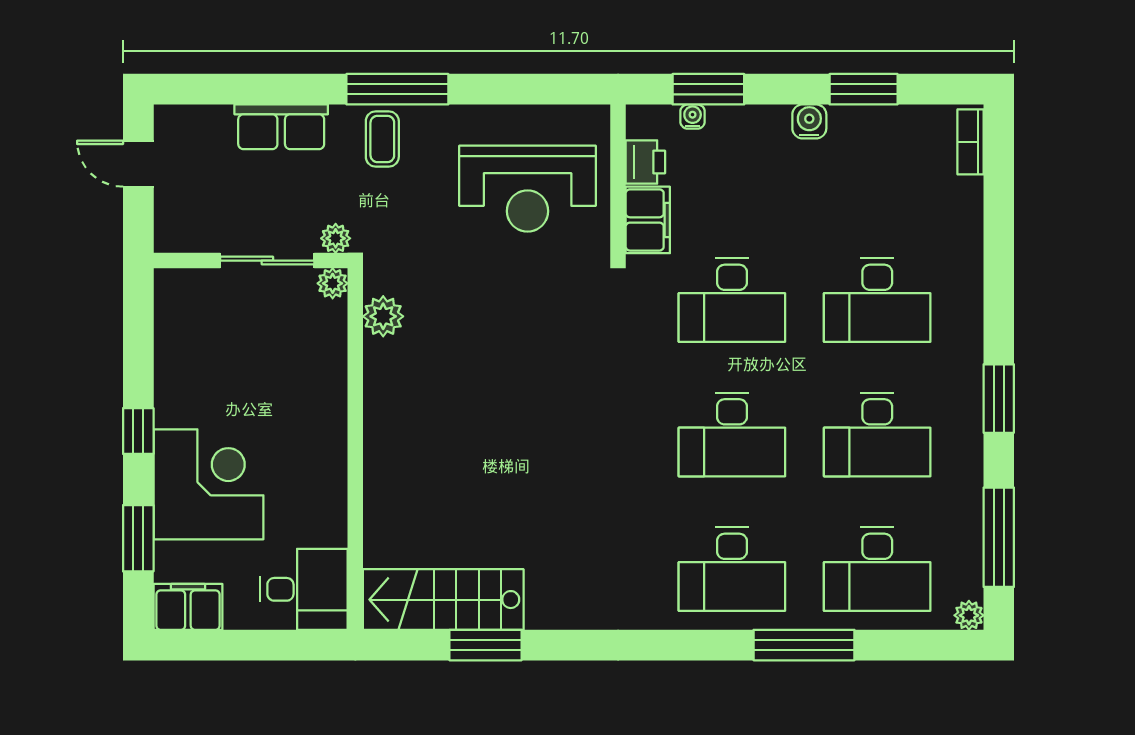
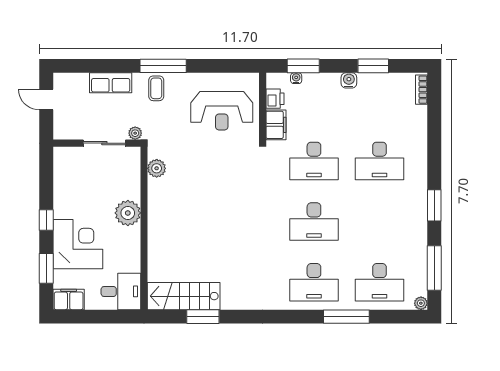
plant: (333, 283) -> (128, 213), moved, width x1.88, depth x1.88
desk: (877, 434) -> (379, 222), removed

